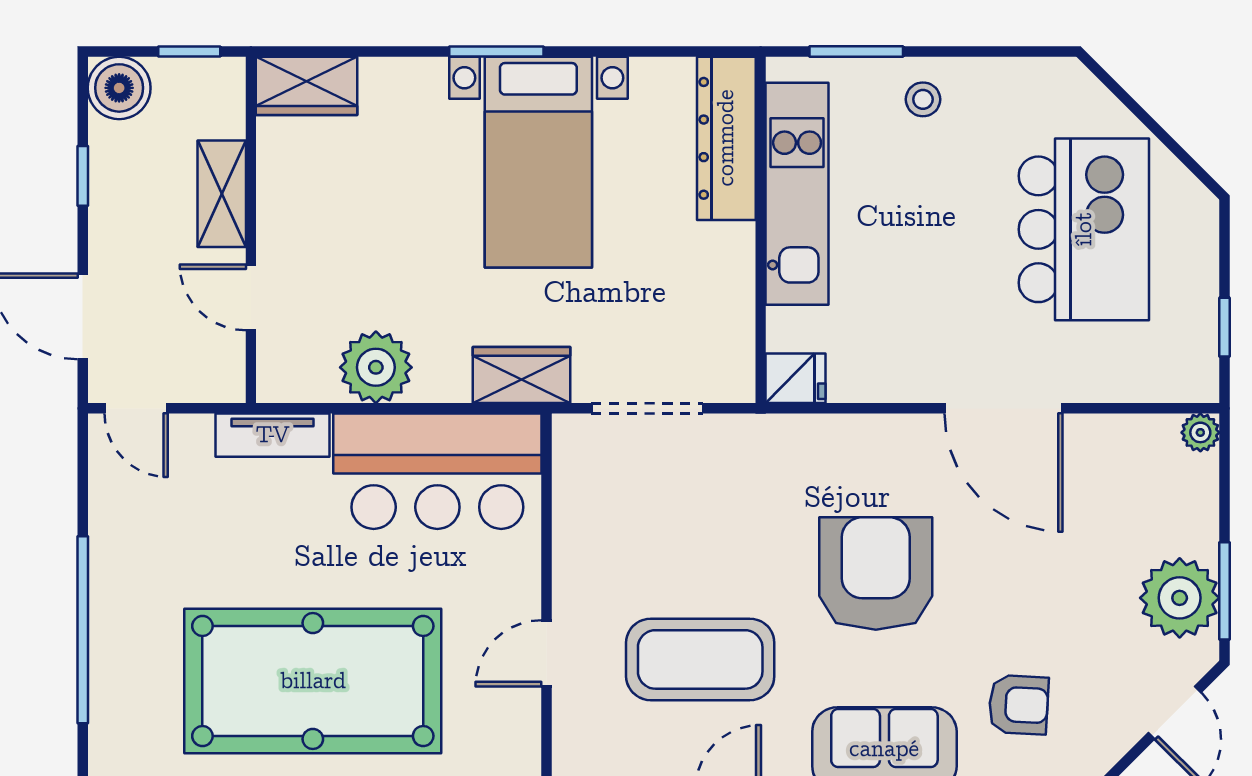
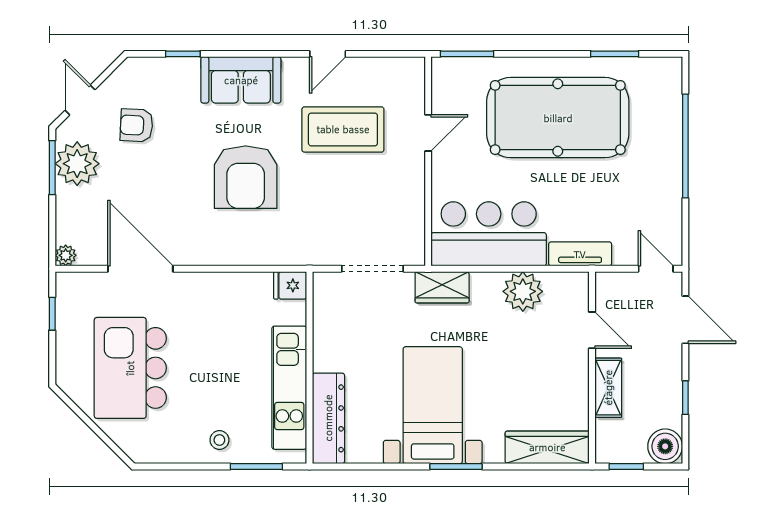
wardrobe: (307, 86) -> (547, 447), width x1.50
door: (1003, 408) -> (140, 269), moved
armchair: (1019, 705) -> (137, 125), moved

